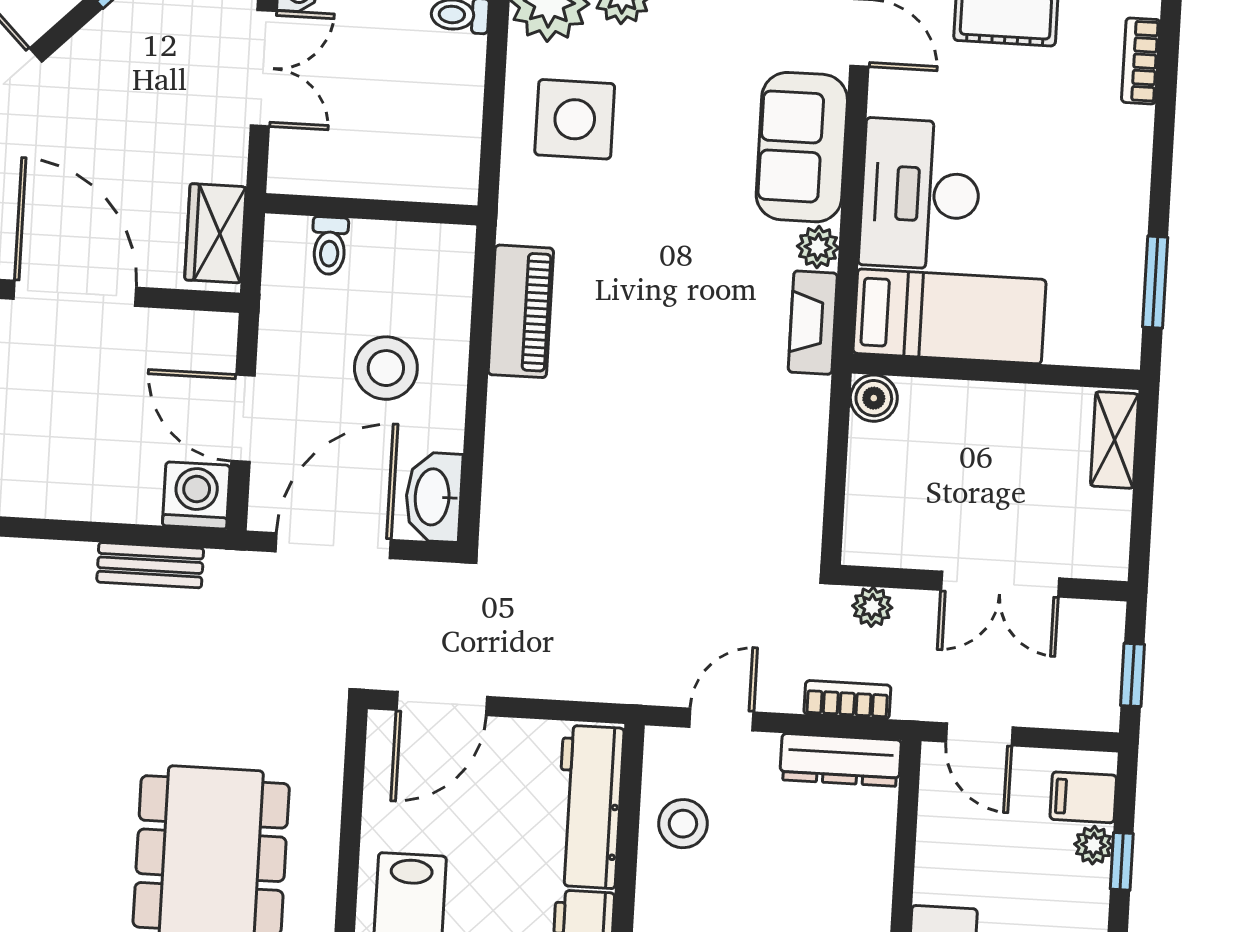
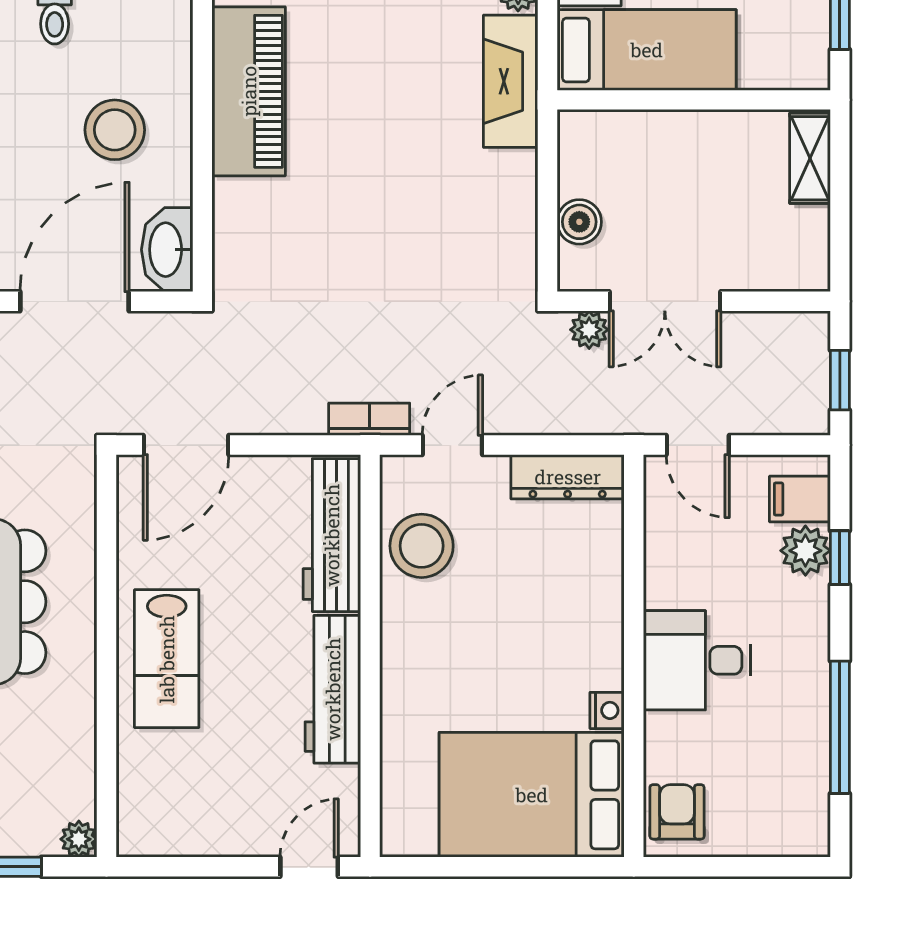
piano: (521, 311) -> (249, 91), width x1.37, depth x1.33
fireplace: (813, 323) -> (511, 81), width x1.37, depth x1.32
boiler: (874, 398) -> (579, 222), moved
double door: (1000, 584) -> (665, 301), moved
bookcase: (847, 700) -> (369, 419), moved
stool: (683, 824) -> (422, 546), width x1.38, depth x1.38
plant: (1094, 845) -> (805, 551), width x1.38, depth x1.38

